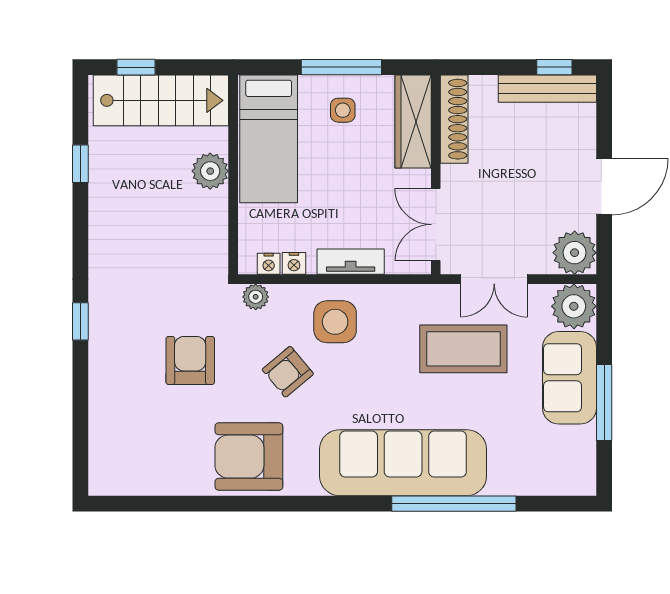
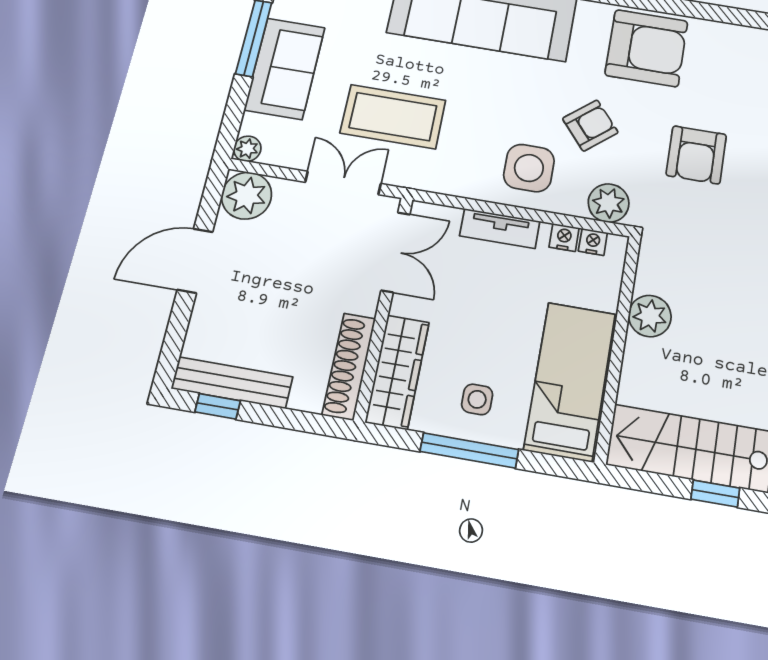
plant: (210, 171) -> (650, 316), moved
plant: (256, 297) -> (609, 203), width x1.38, depth x1.38
plant: (574, 306) -> (247, 149), width x0.53, depth x0.53

